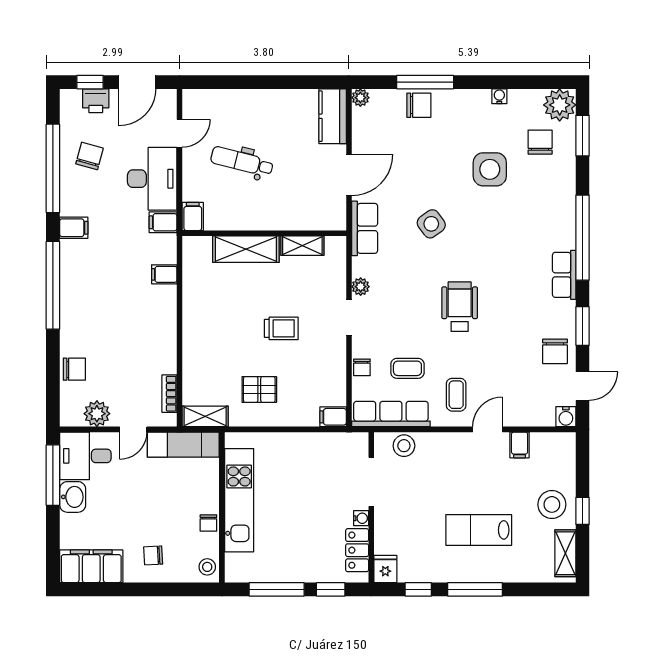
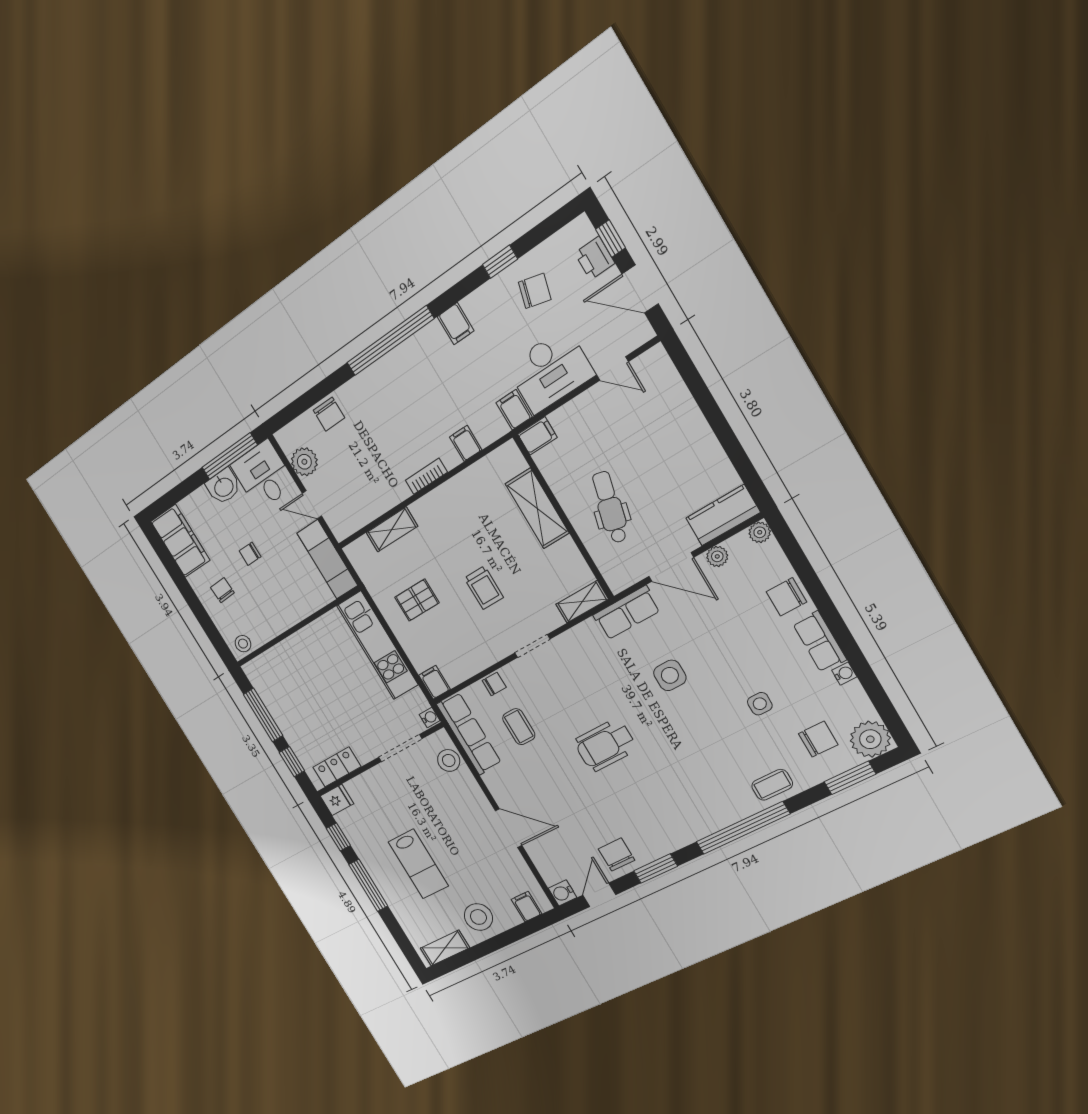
window: (425, 82) -> (816, 590), removed
chair: (419, 105) -> (786, 597), turned 90
dental chair: (242, 161) -> (610, 507), moved
window: (53, 168) -> (500, 262), width x0.32
side table: (490, 169) -> (760, 704), width x0.54, depth x0.54
side table: (431, 224) -> (670, 675), turned 36
shelving: (302, 246) -> (582, 602), moved, turned 90
row of seats: (564, 275) -> (820, 642), moved, turned -90
plant: (361, 287) -> (717, 556), moved
wheelchair: (460, 307) -> (605, 745), turned 180
chair: (555, 351) -> (616, 855), turned 90
chair: (362, 367) -> (494, 684), turned 180
door: (583, 386) -> (599, 895), swing flipped
pallet: (259, 389) -> (417, 600), turned 90
bookcase: (169, 394) -> (426, 476), moved
coffee table: (456, 395) -> (772, 785), moved
shelving: (205, 416) -> (392, 529), moved, turned 90
door: (487, 429) -> (509, 828), width x1.38
filing cabinet: (520, 445) -> (527, 907), moved, turned 90
kitchen unit: (239, 500) -> (377, 645), moved, turned 90
window: (583, 511) -> (489, 946), removed
water cooler: (361, 518) -> (430, 717), moved, turned -90
chair: (208, 523) -> (250, 554), moved
lab bench: (479, 530) -> (418, 864), turned 180

